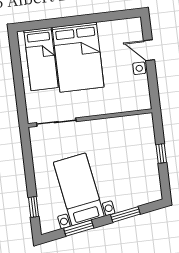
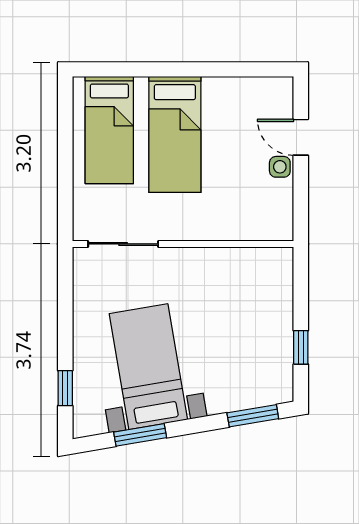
bed: (78, 57) -> (175, 134), width x0.67
window: (161, 154) -> (301, 347), moved
window: (125, 214) -> (253, 416), moved

